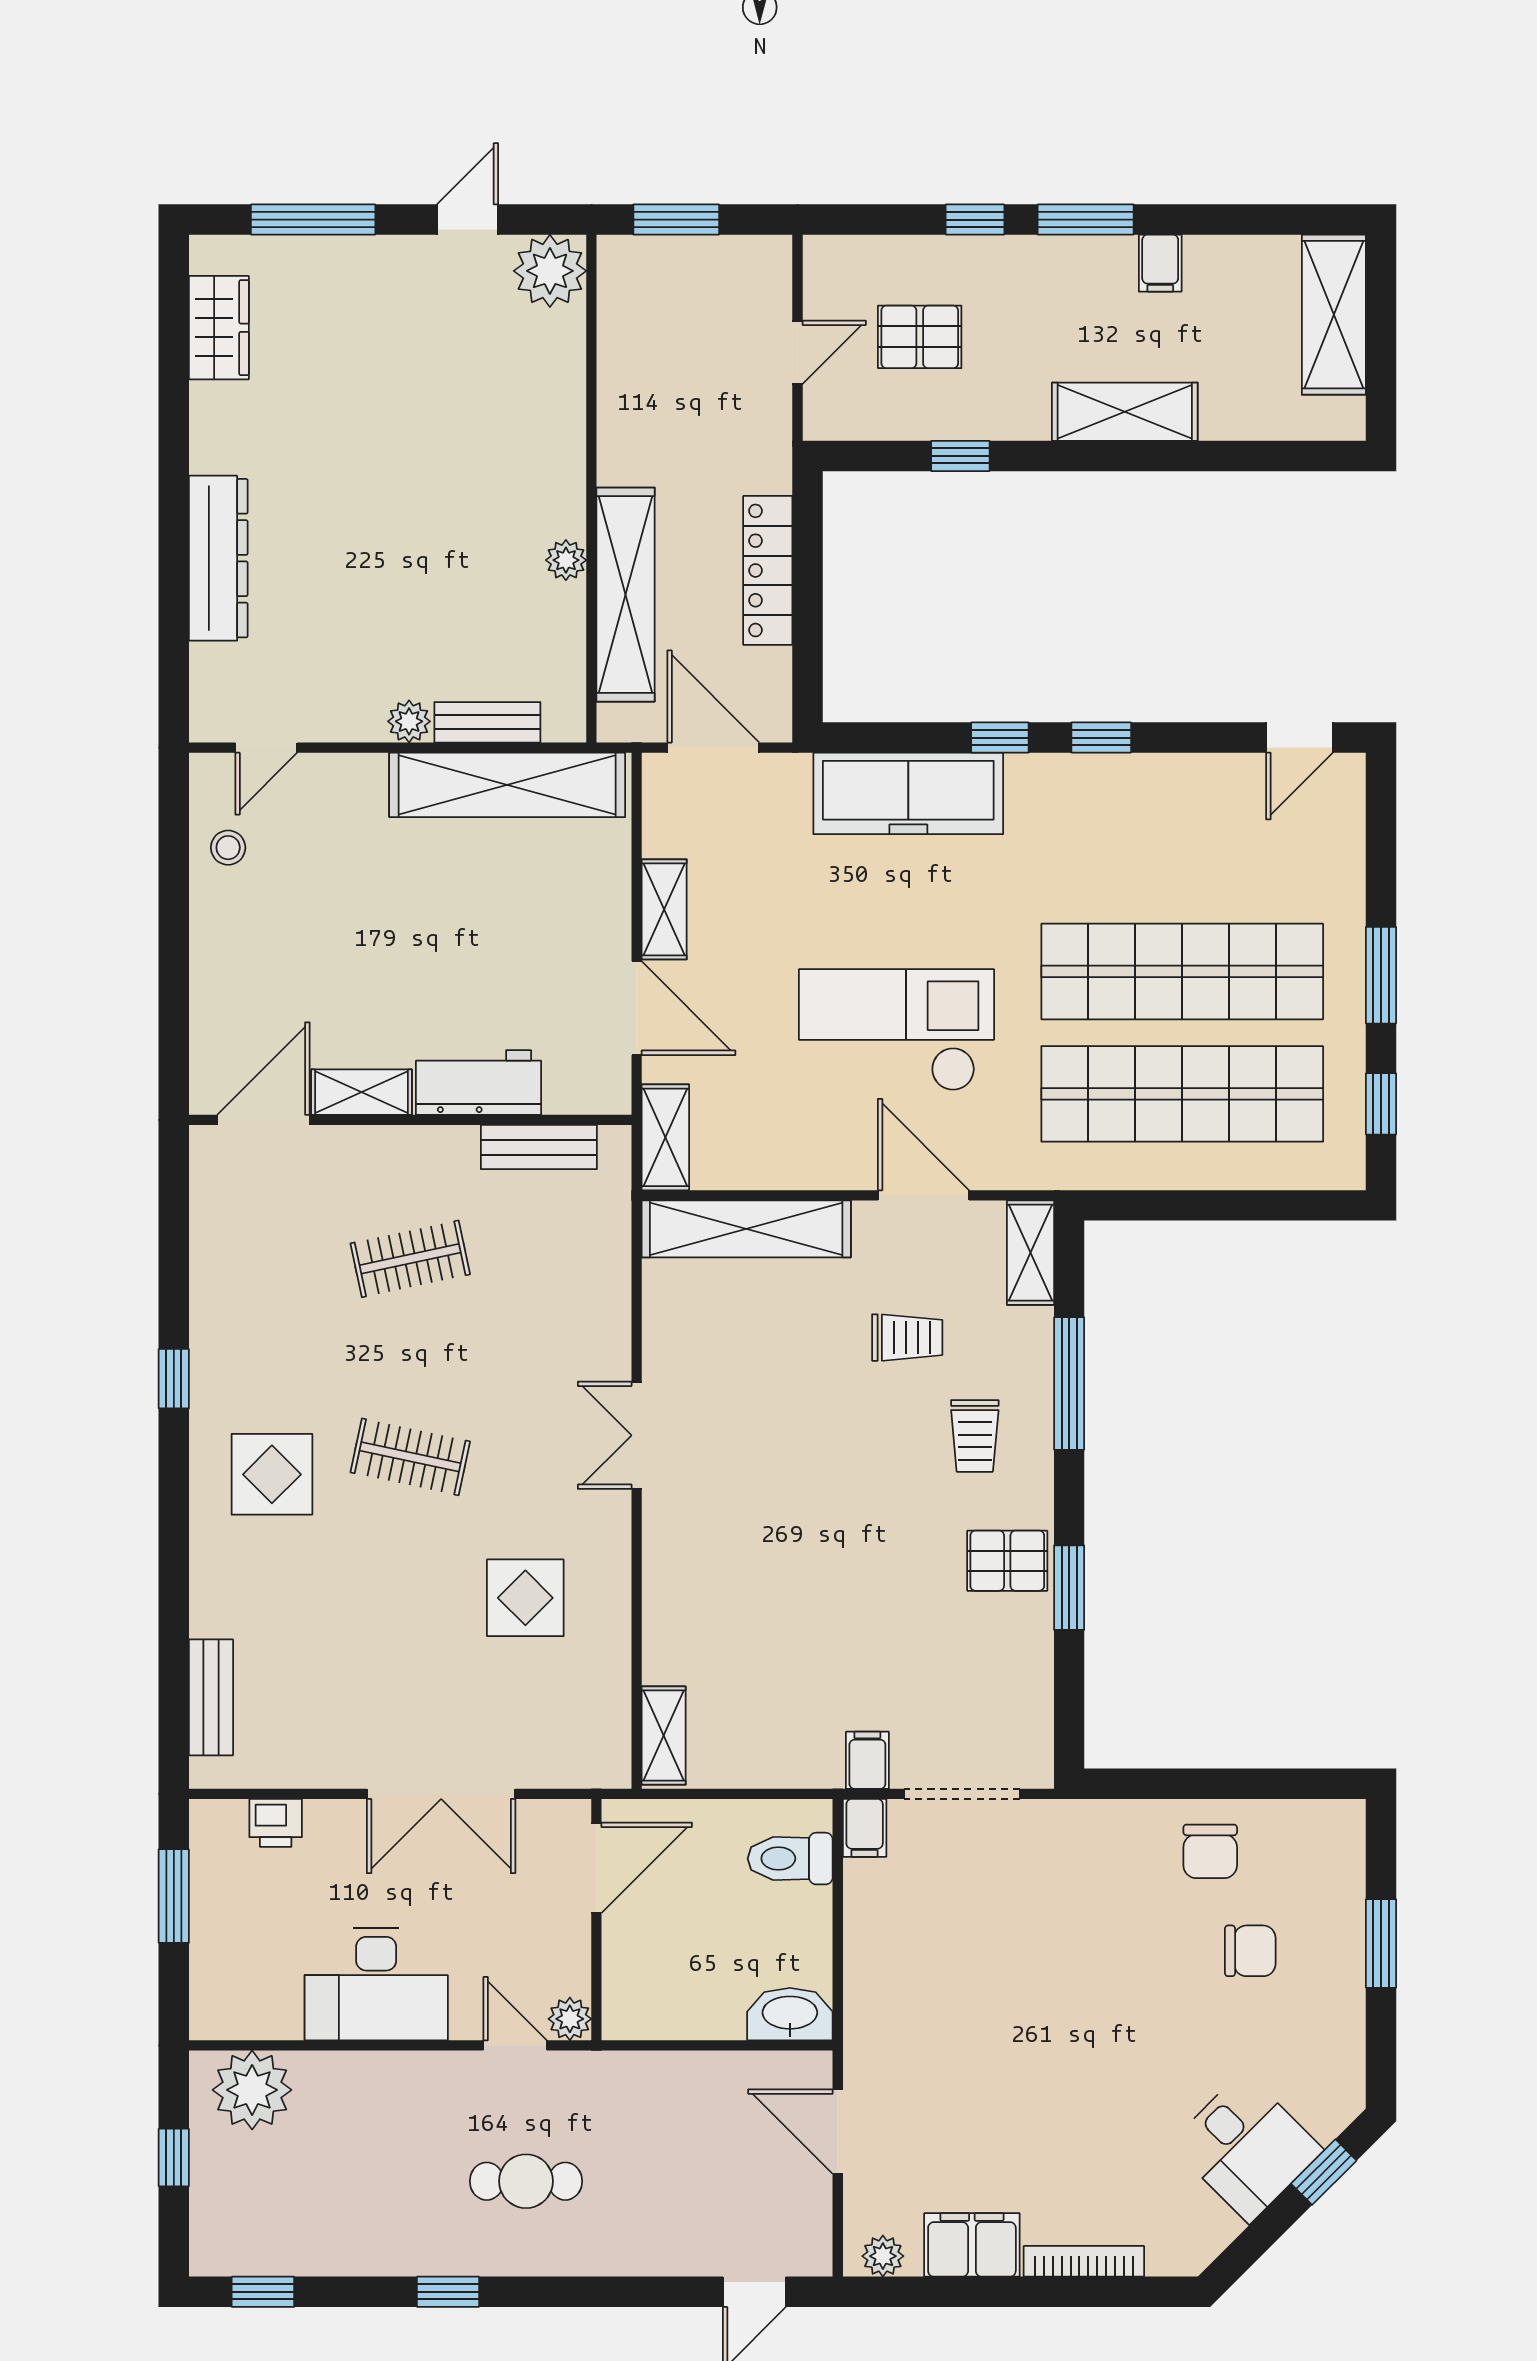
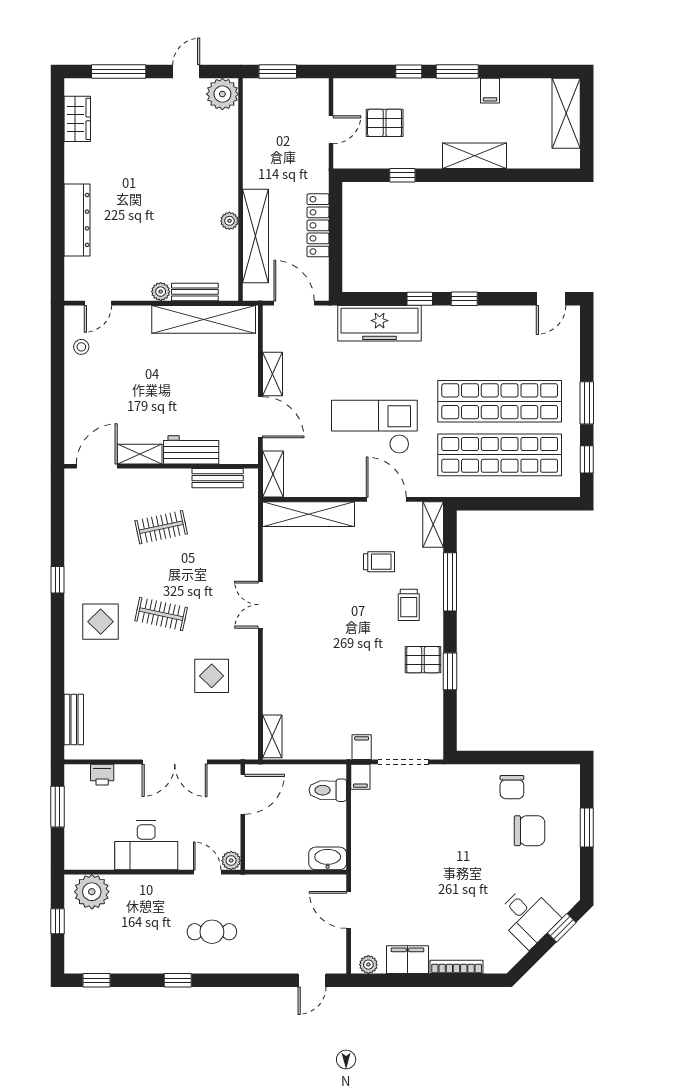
chair: (1250, 1951) -> (530, 831), width x1.37, depth x1.37

